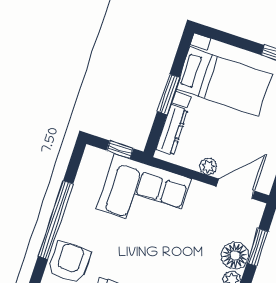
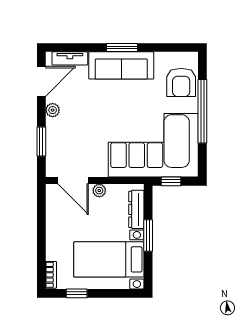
door: (235, 189) -> (73, 181), hinge flipped
corner sofa: (144, 194) -> (153, 145), width x1.36, depth x1.36
floor lamp: (235, 256) -> (57, 129), removed

